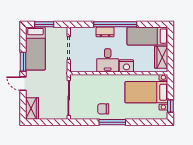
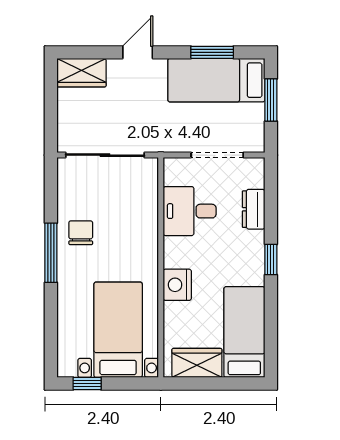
window: (115, 24) -> (271, 259), width x0.32
dresser: (105, 32) -> (254, 209), moved
desk: (108, 60) -> (190, 211), moved
window: (23, 62) -> (212, 52), moved

